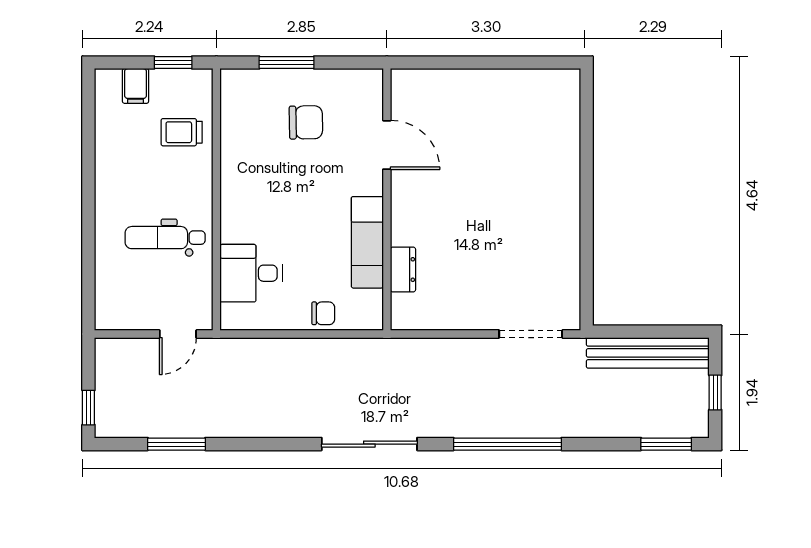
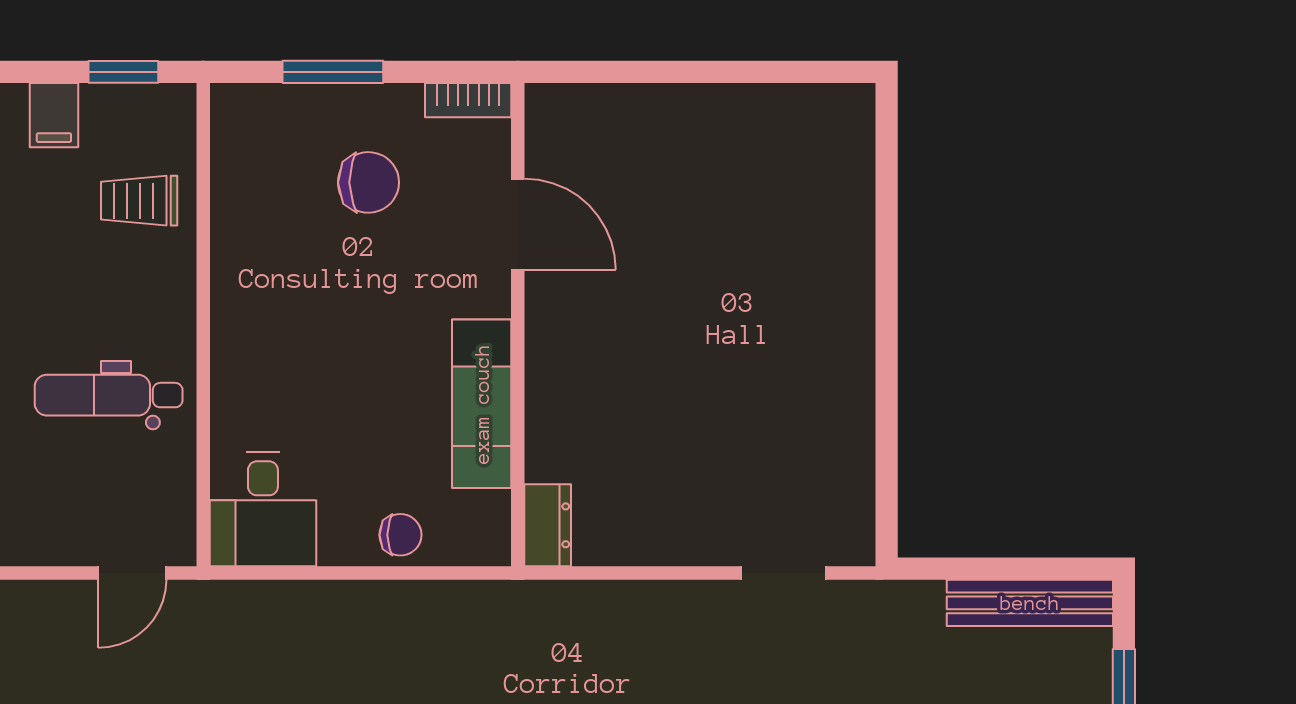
bookcase: (360, 78) -> (468, 100), added
dresser: (403, 270) -> (548, 525), moved
desk: (251, 273) -> (263, 509), moved, turned -90
doorway: (531, 334) -> (783, 573), width x0.73
bench: (648, 353) -> (1030, 603), width x0.73, depth x0.82

